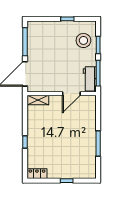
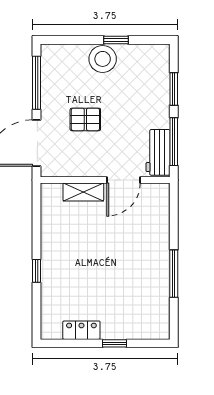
stool: (83, 40) -> (103, 59), moved
pallet: (51, 61) -> (85, 119), added
shelving: (38, 100) -> (83, 192), moved
locker: (37, 174) -> (81, 330), moved

